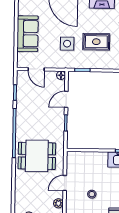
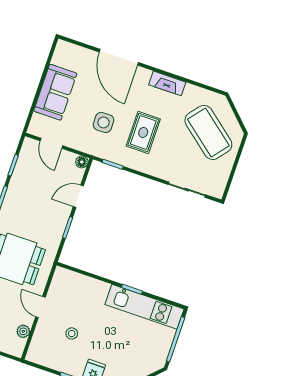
rug: (96, 42) -> (143, 132), turned 90
door: (65, 183) -> (40, 307), hinge flipped

